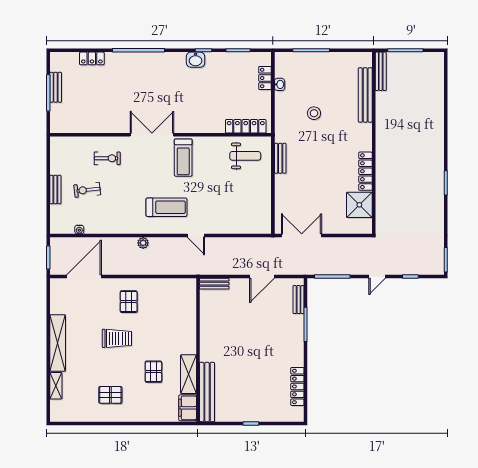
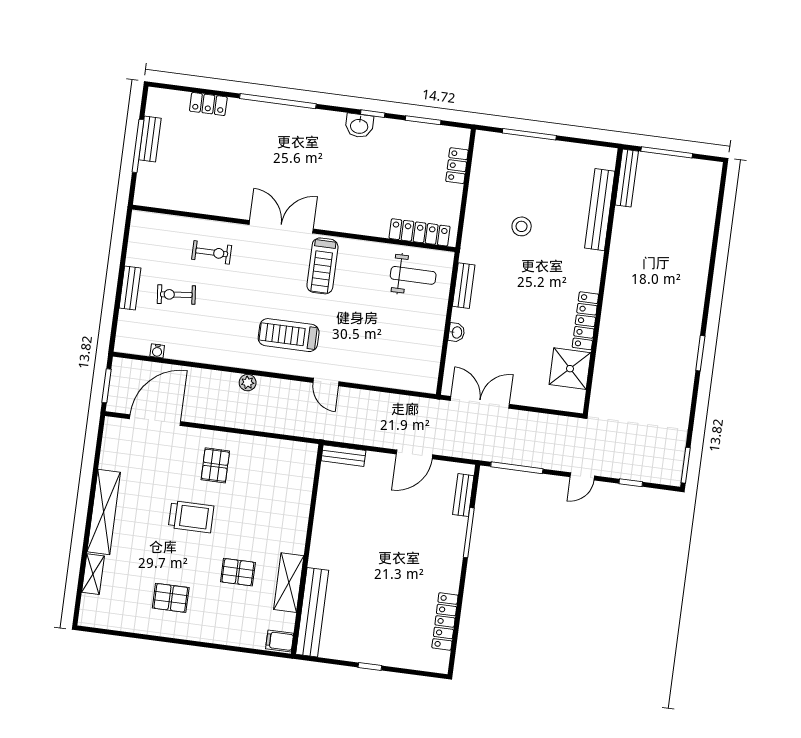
washbasin: (280, 84) -> (457, 332), moved
treadmill: (167, 207) -> (289, 335), turned 180
pallet: (153, 372) -> (238, 572), turned 90
filing cabinet: (188, 408) -> (280, 641), width x0.50

